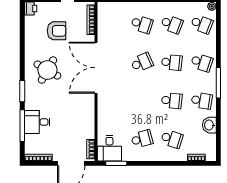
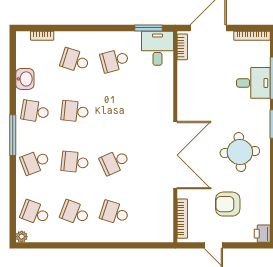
school desk: (202, 62) -> (35, 162), turned -39
round table: (47, 70) -> (240, 152), turned -34

